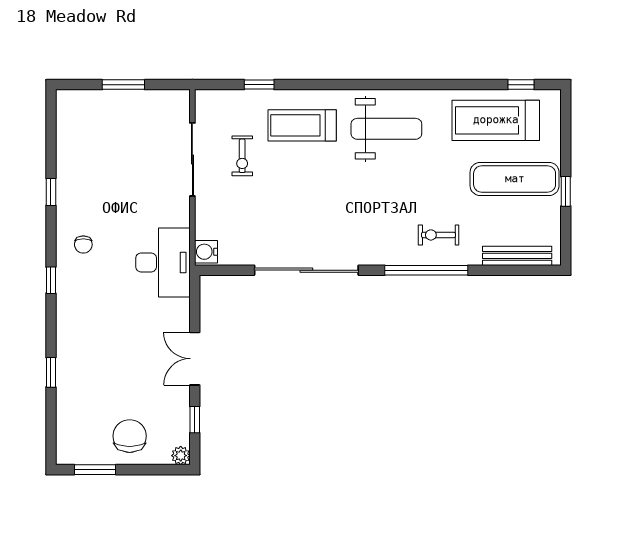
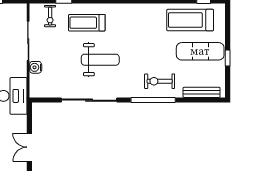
weight bench: (386, 129) -> (100, 60), moved
exercise bike: (242, 156) -> (50, 16), moved
exercise bike: (438, 235) -> (160, 81), width x1.38, depth x1.39
water cooler: (206, 252) -> (35, 67), moved

